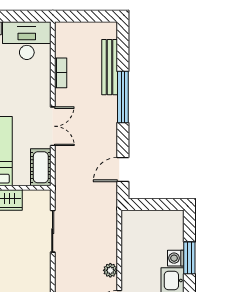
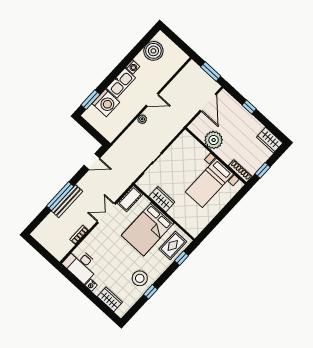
bench: (110, 67) -> (67, 201), moved
washing machine: (176, 258) -> (106, 103), width x1.89, depth x1.89
window: (189, 258) -> (91, 100), moved

